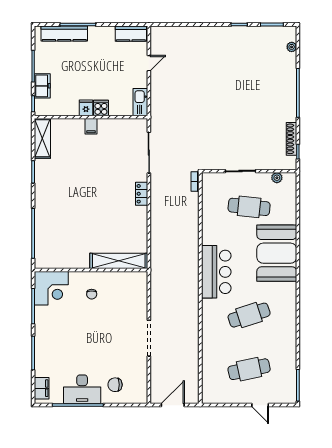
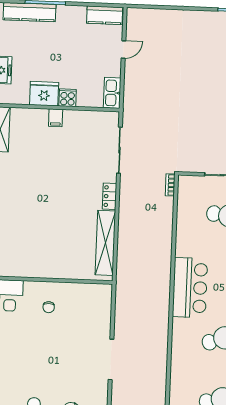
fridge: (86, 108) -> (44, 94), width x1.88, depth x1.34
shelving: (119, 261) -> (105, 243), moved, turned 90

